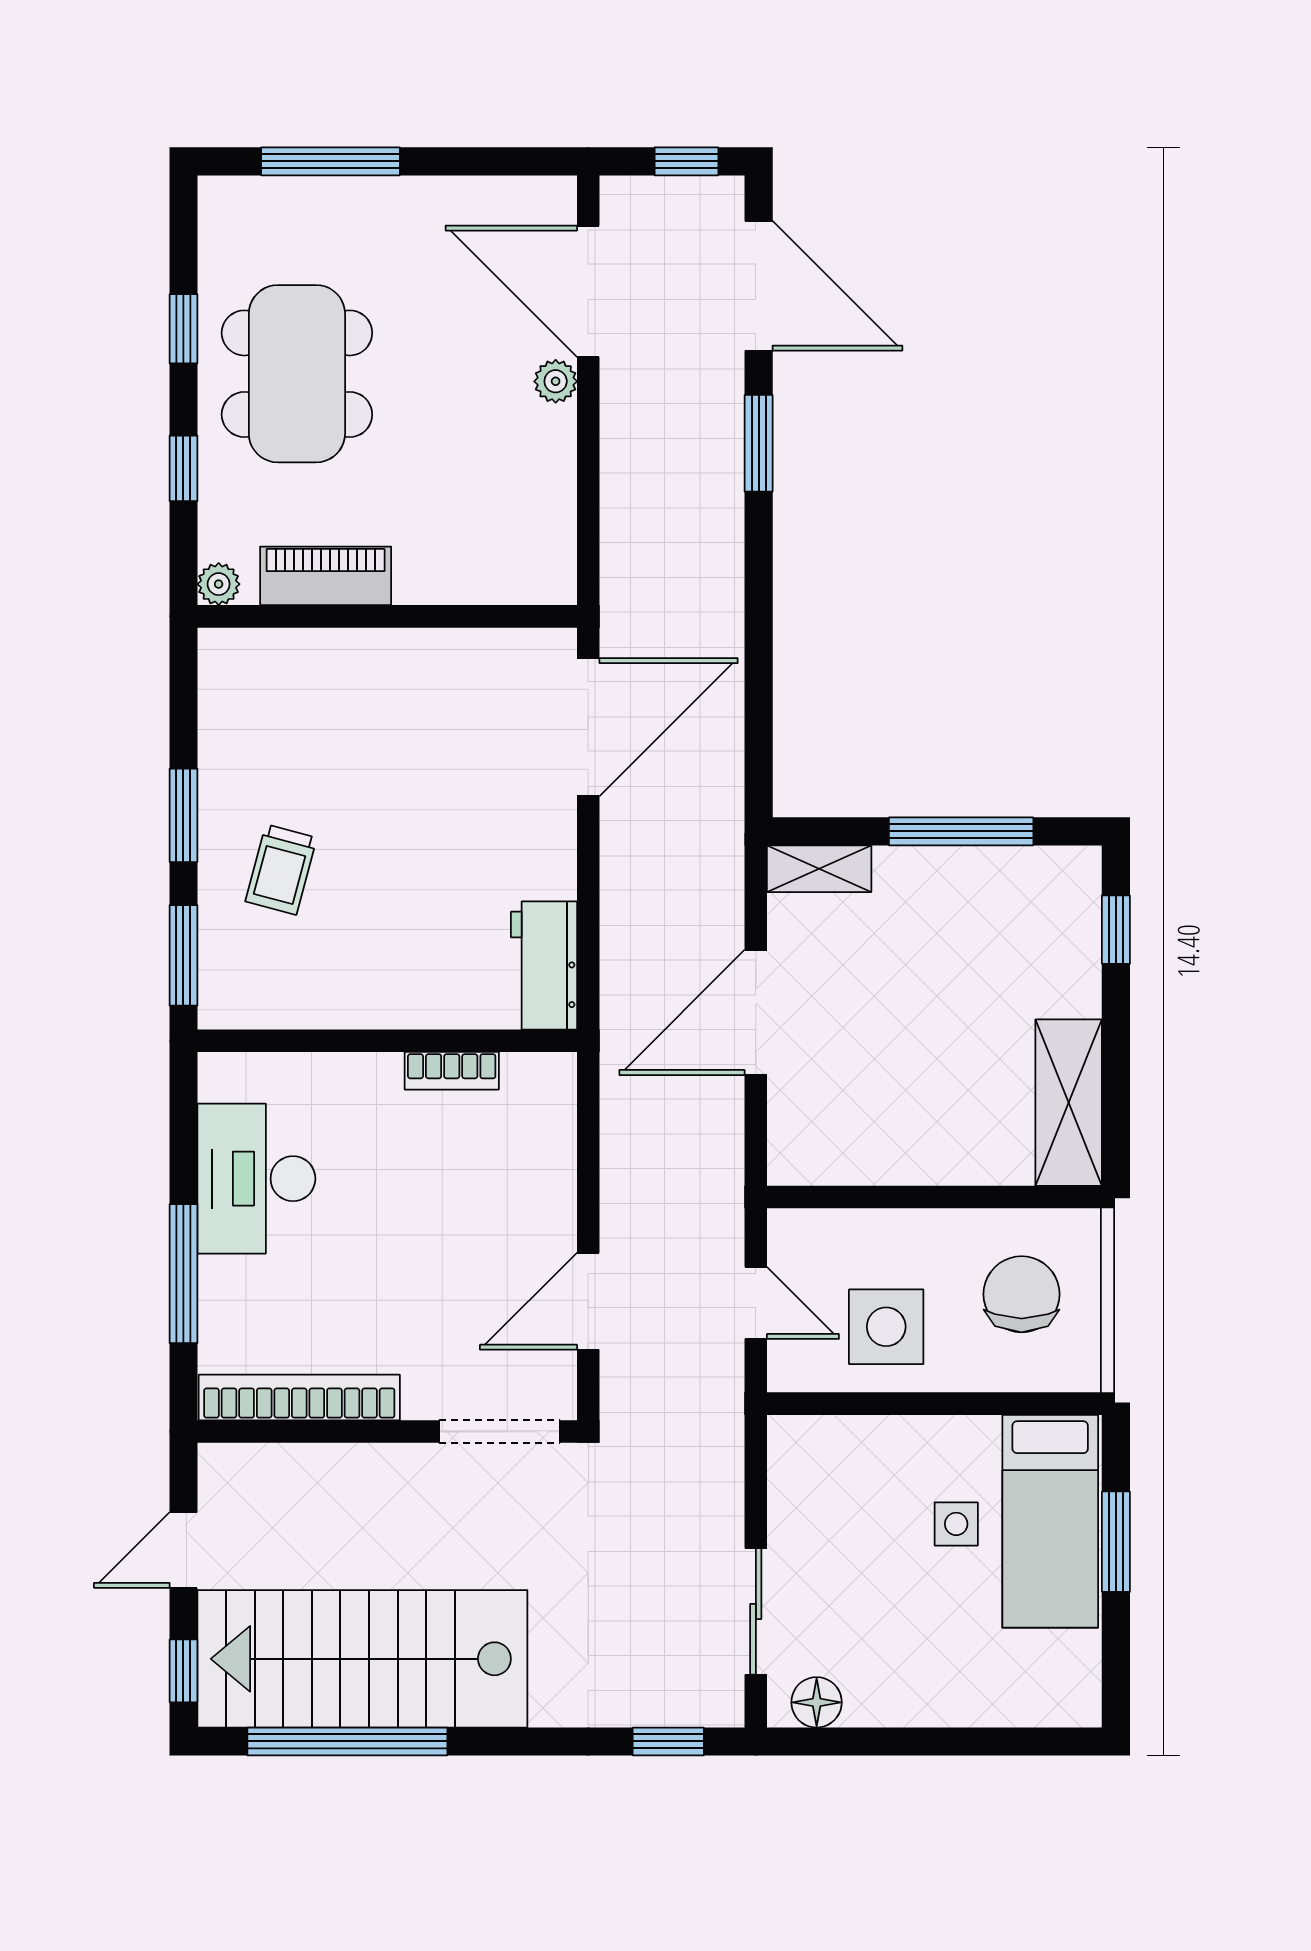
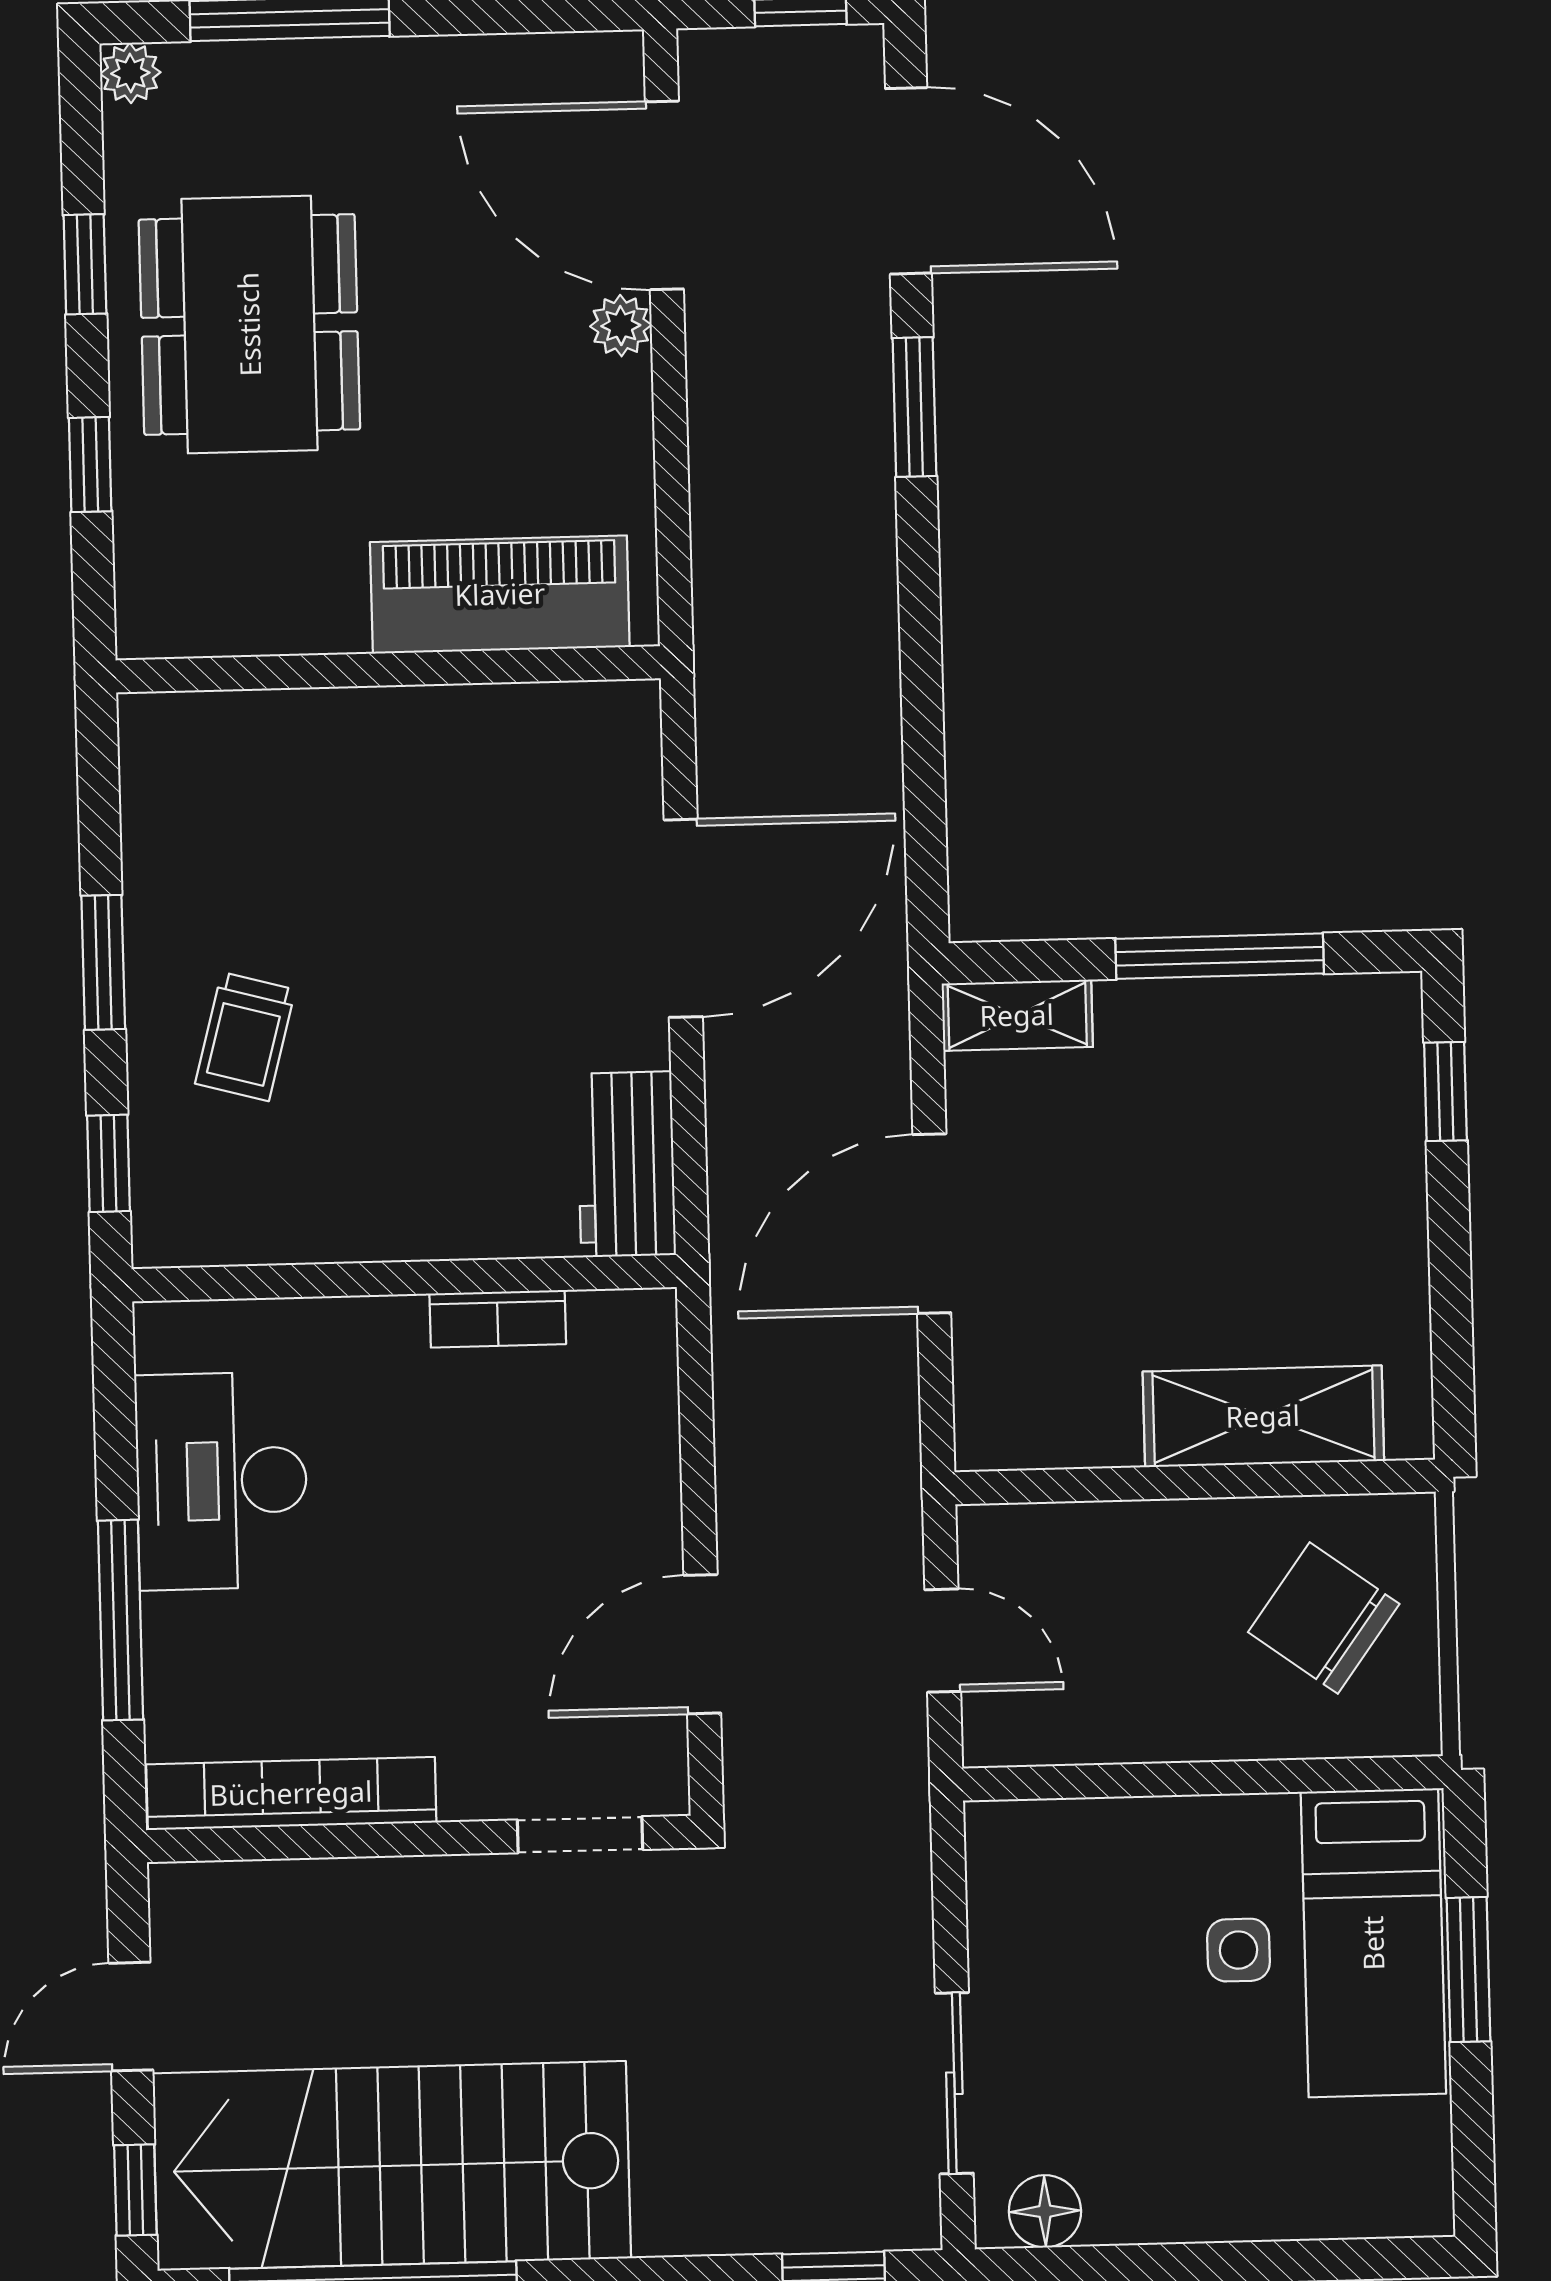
piano: (326, 576) -> (500, 594), moved, width x1.37, depth x1.33
plant: (219, 584) -> (130, 73), moved
door: (588, 727) -> (683, 918), moved
window: (183, 955) -> (108, 1163), width x0.67
shelving: (1069, 1103) -> (1263, 1416), moved, turned 90
chair: (1022, 1294) -> (1324, 1618), turned -54
side table: (886, 1327) -> (1131, 1670), removed
doorway: (500, 1432) -> (580, 1835), width x0.73

